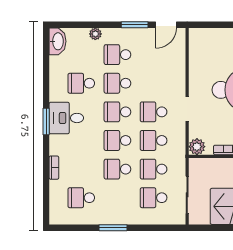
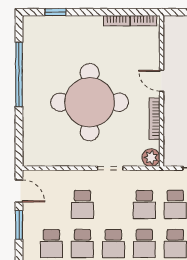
school desk: (154, 112) -> (82, 204), moved

